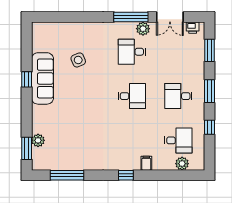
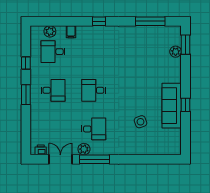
window: (210, 50) -> (26, 130), removed
filing cabinet: (146, 163) -> (71, 32), moved

